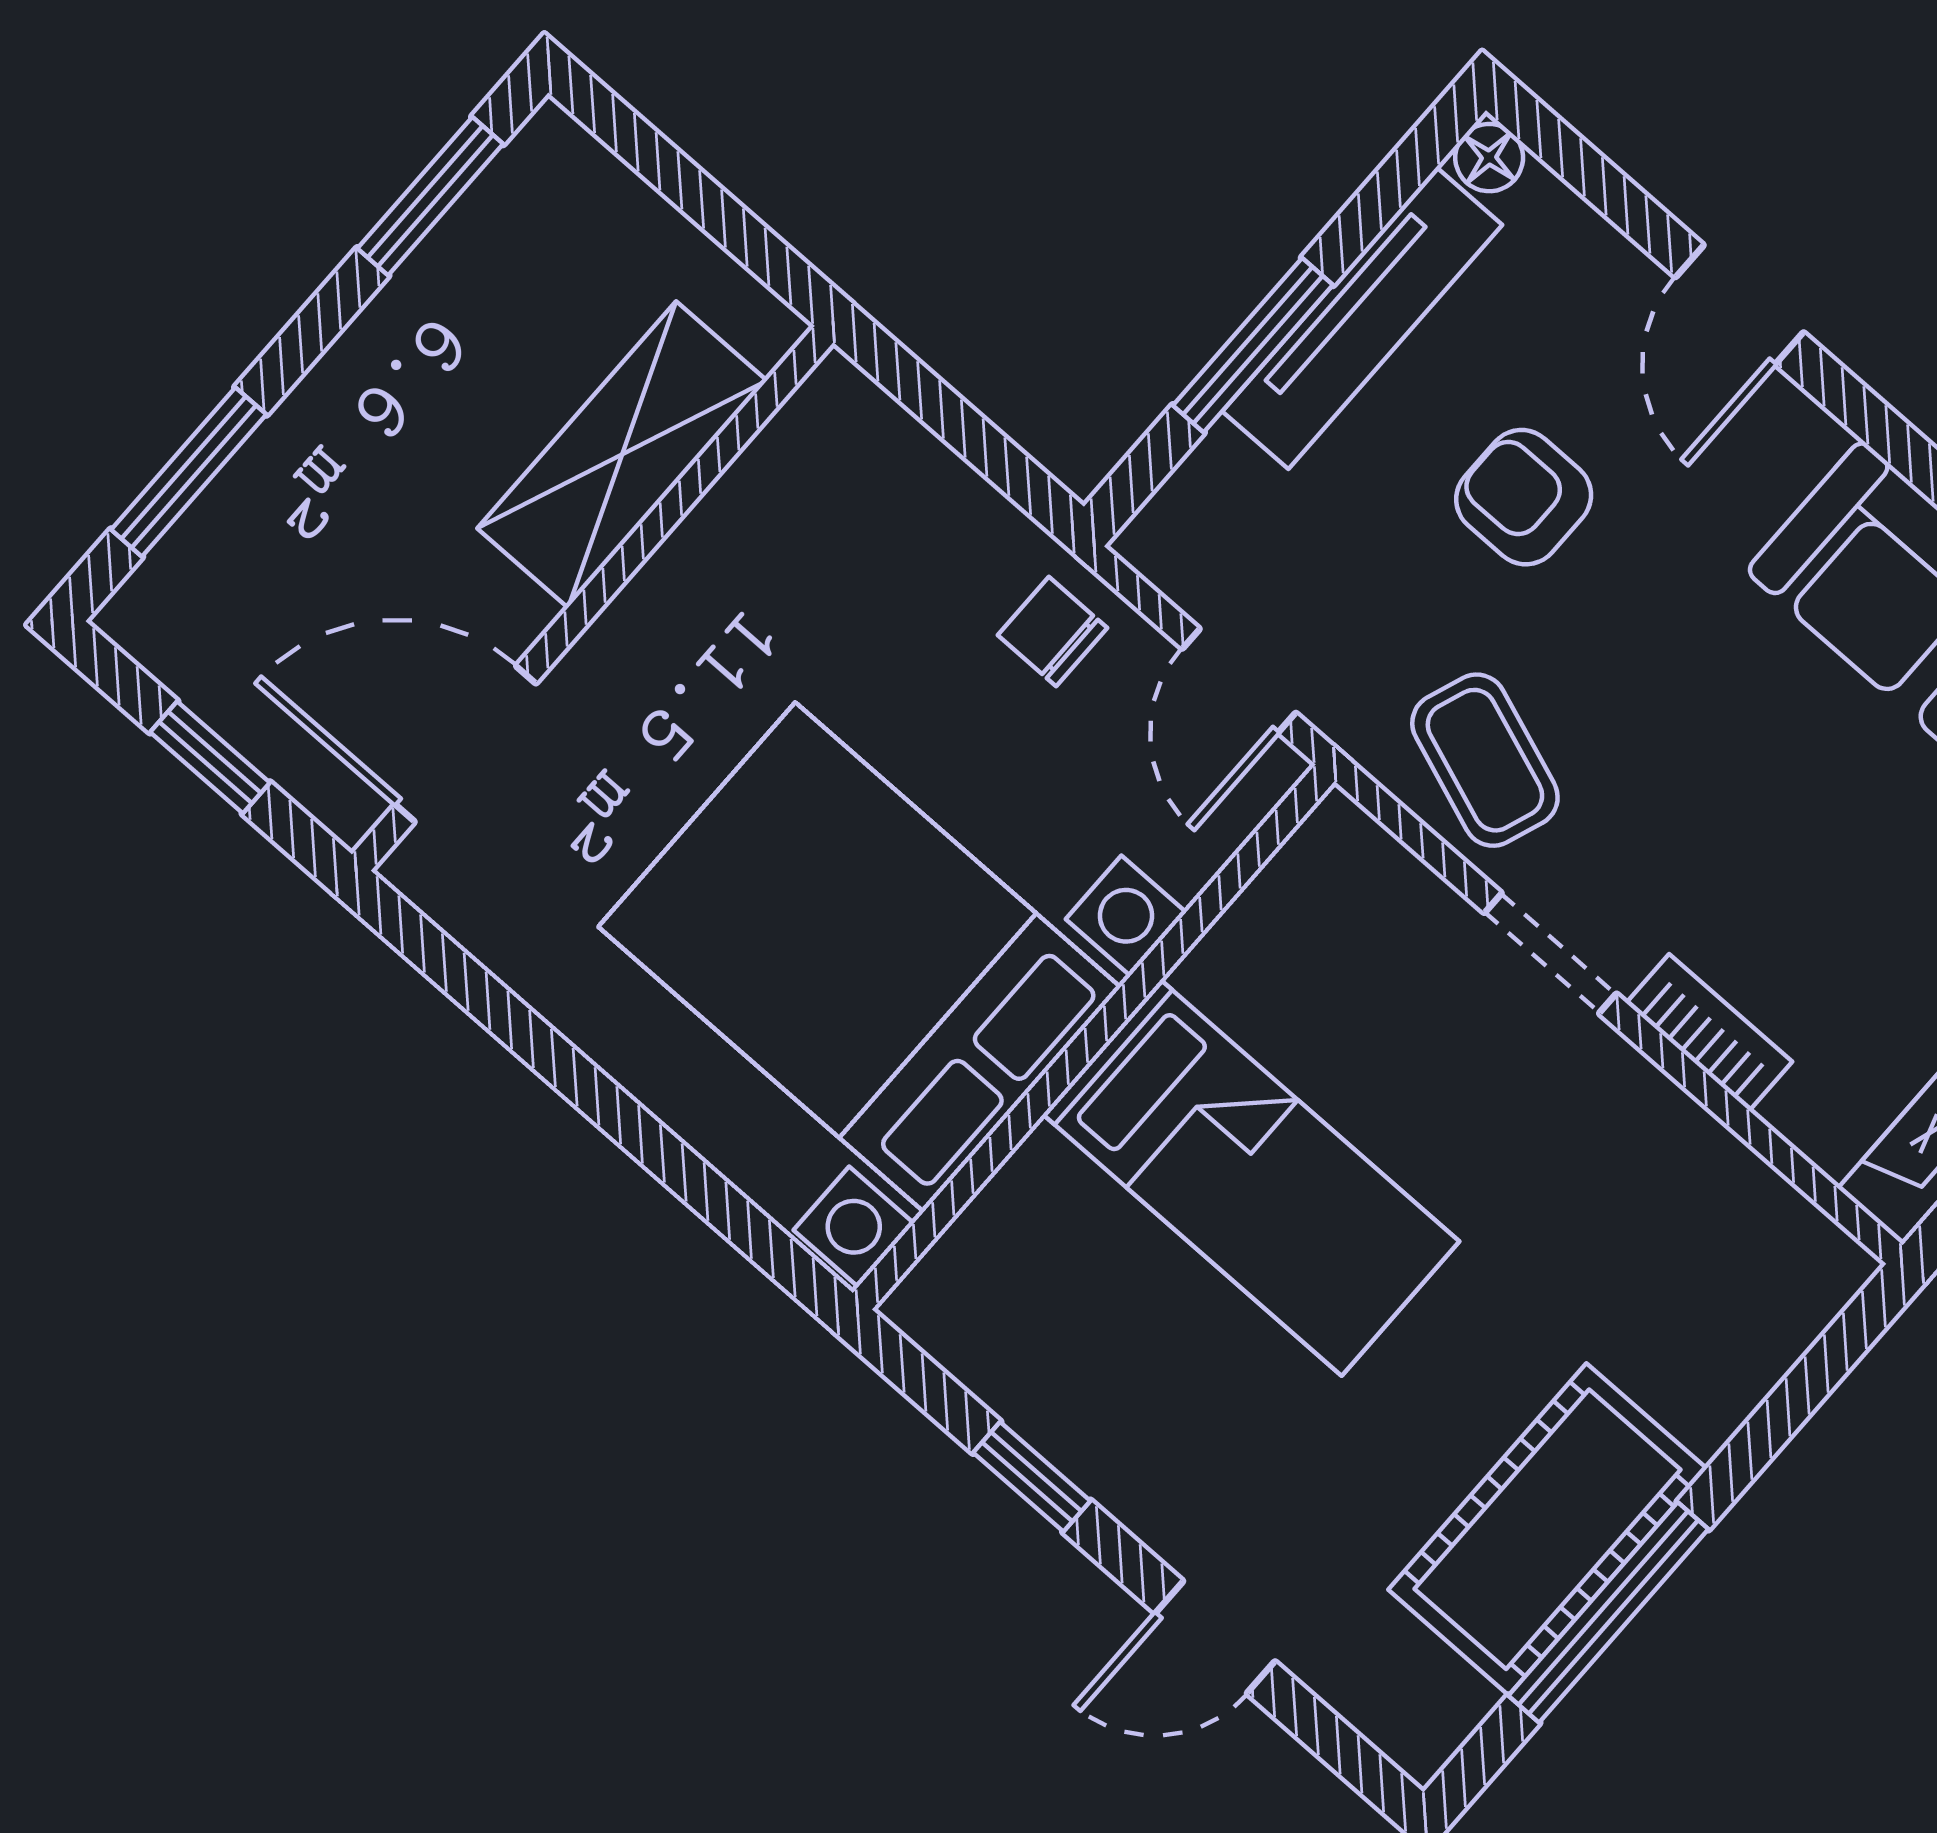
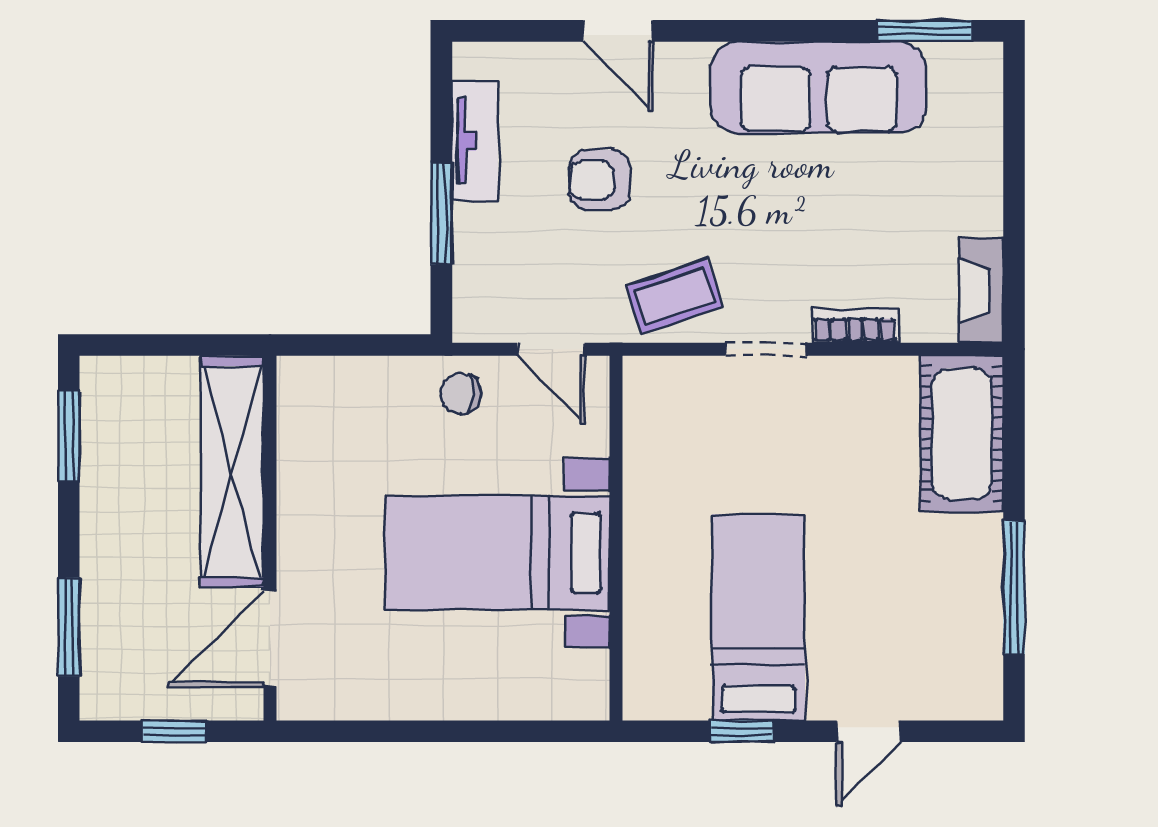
floor lamp: (1489, 158) -> (470, 59), removed
tv unit: (1362, 318) -> (475, 141), width x0.71
shelving: (622, 454) -> (232, 472), width x1.47
coffee table: (1485, 760) -> (674, 296), turned -39
bed with nightstands: (860, 957) -> (497, 553), width x0.73
bed: (1251, 1178) -> (758, 617), moved, turned -90
cot: (1548, 1529) -> (962, 434), moved

